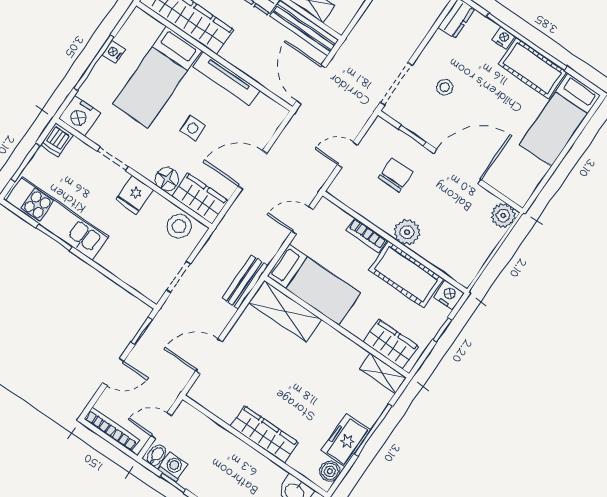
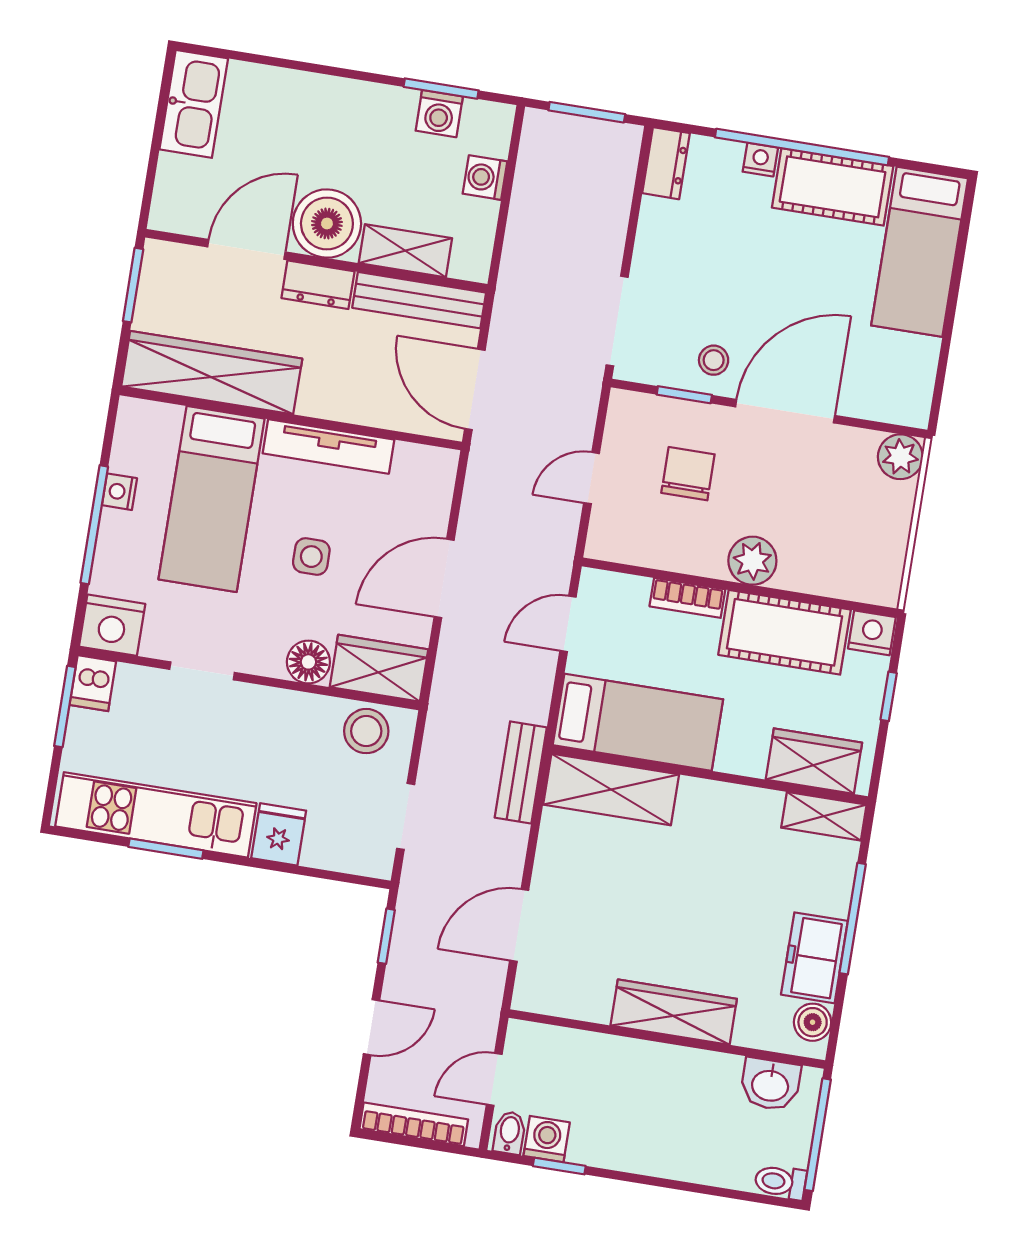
stool: (445, 87) -> (714, 360), moved
window: (25, 162) -> (65, 706), moved
fridge: (134, 195) -> (279, 834), moved, turned 180

